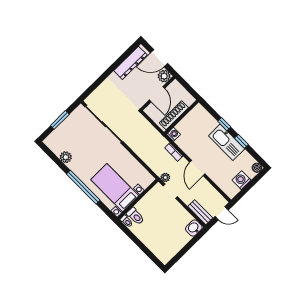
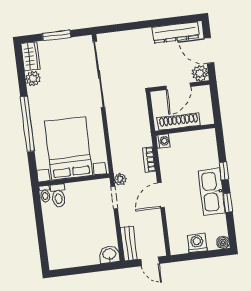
wardrobe: (54, 145) -> (31, 56), added
bed with nightstands: (115, 188) -> (69, 148), width x1.36

